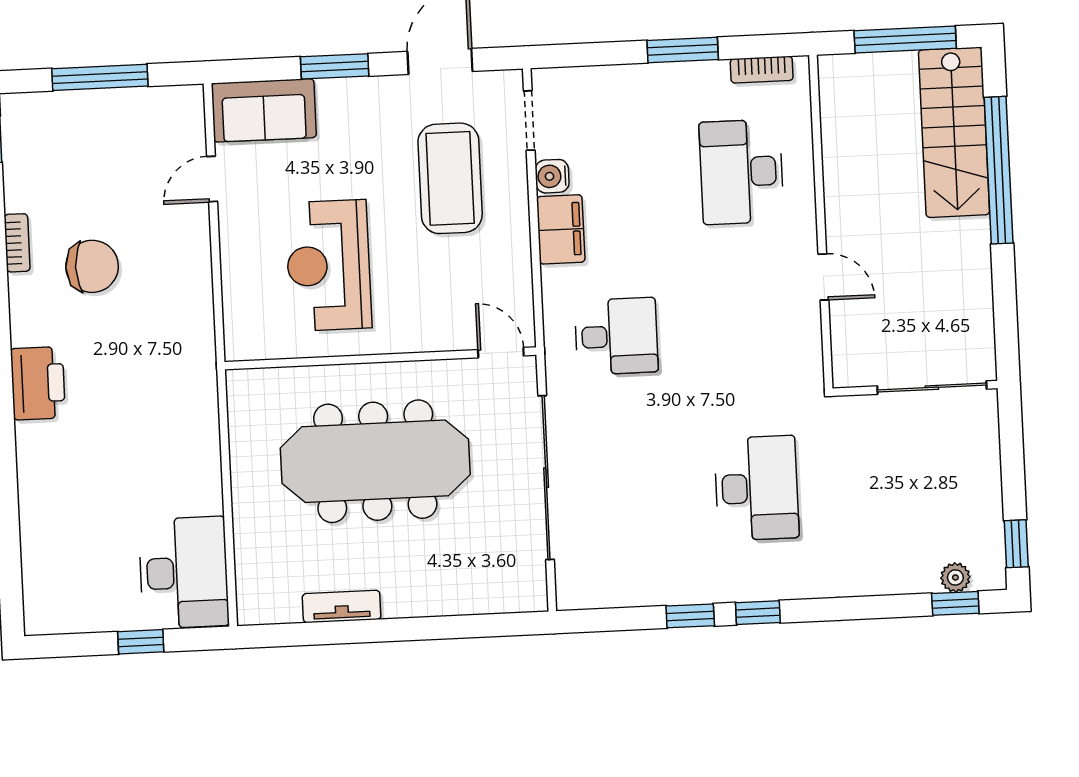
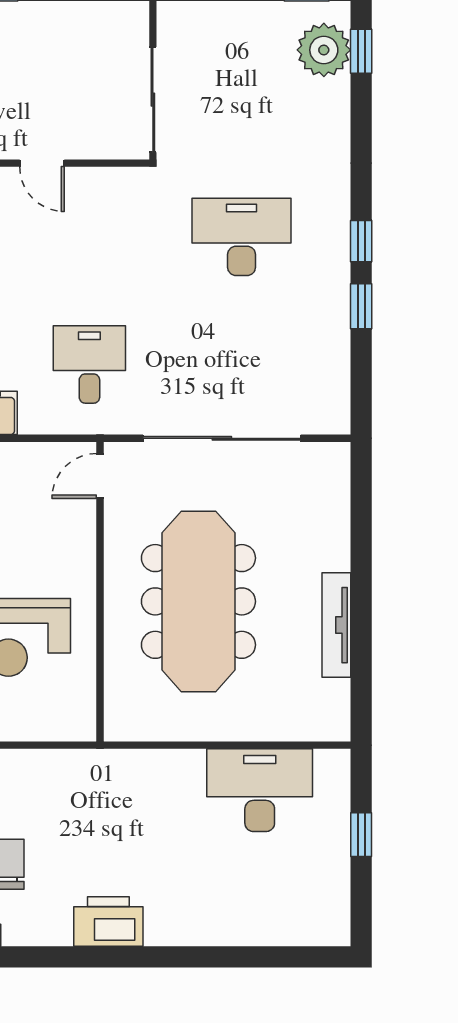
door: (823, 277) -> (42, 163), swing flipped
sliding door: (932, 388) -> (153, 100), moved
desk: (184, 573) -> (260, 790), moved
plant: (955, 577) -> (324, 50), width x1.88, depth x1.88
tv unit: (342, 607) -> (336, 625), width x1.41

